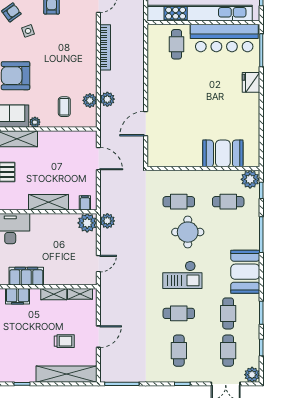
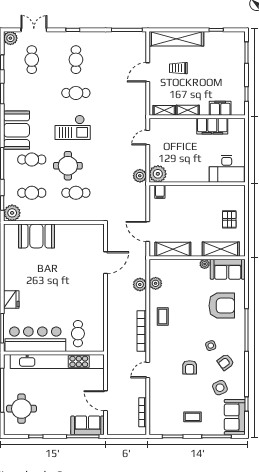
coffee table: (64, 107) -> (163, 317), moved
shelving: (49, 202) -> (173, 249), moved
checkout: (182, 275) -> (73, 127), turned 180
cafe table: (228, 313) -> (32, 160), moved, turned 90

